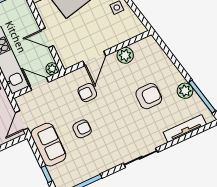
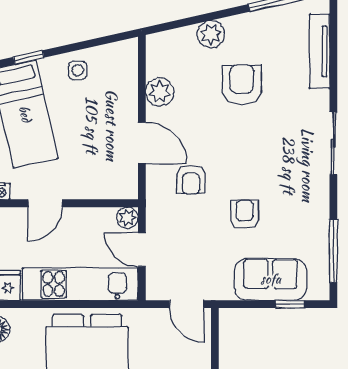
door: (47, 38) -> (45, 203), moved
door: (39, 84) -> (142, 250), hinge flipped
plant: (185, 91) -> (211, 34), moved
sofa: (48, 145) -> (271, 279), moved

